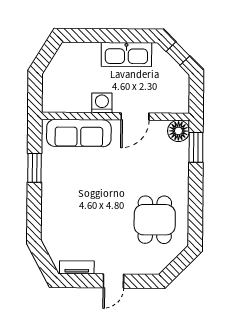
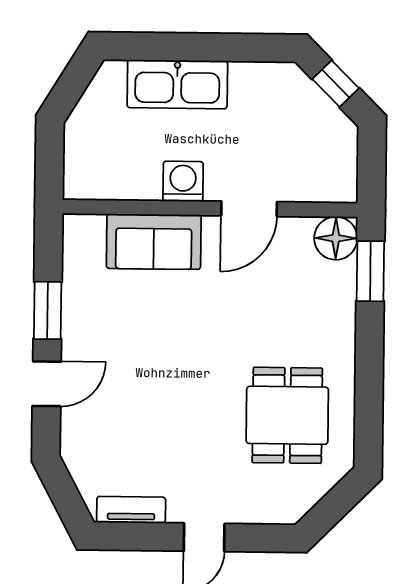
kitchen sink: (126, 55) -> (177, 84), moved
sofa: (79, 133) -> (154, 242), width x0.73
door: (34, 205) -> (47, 384), added

